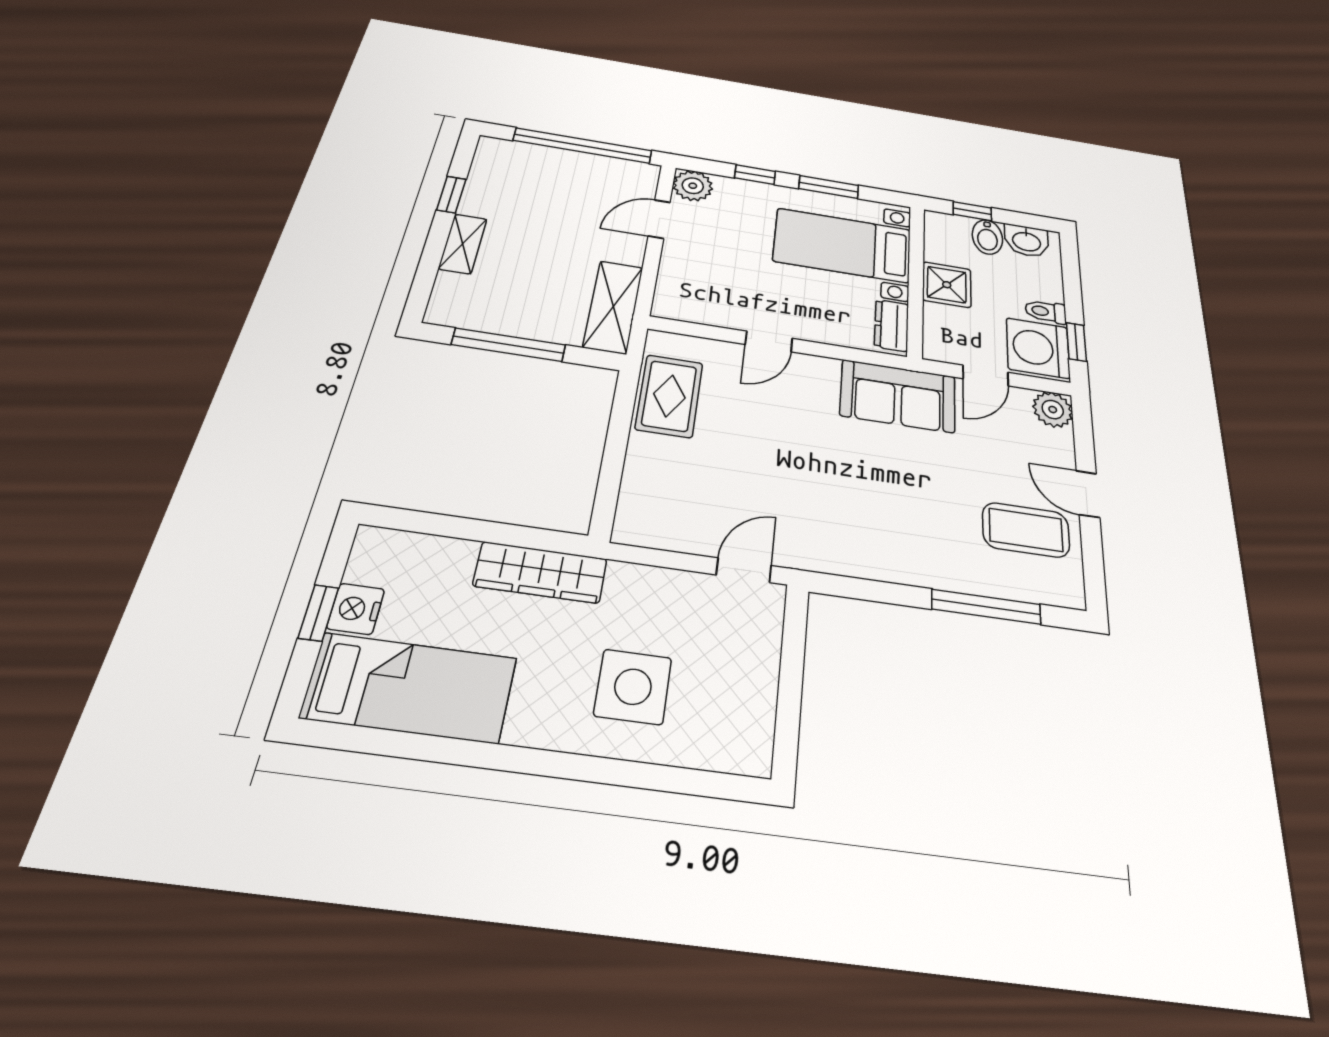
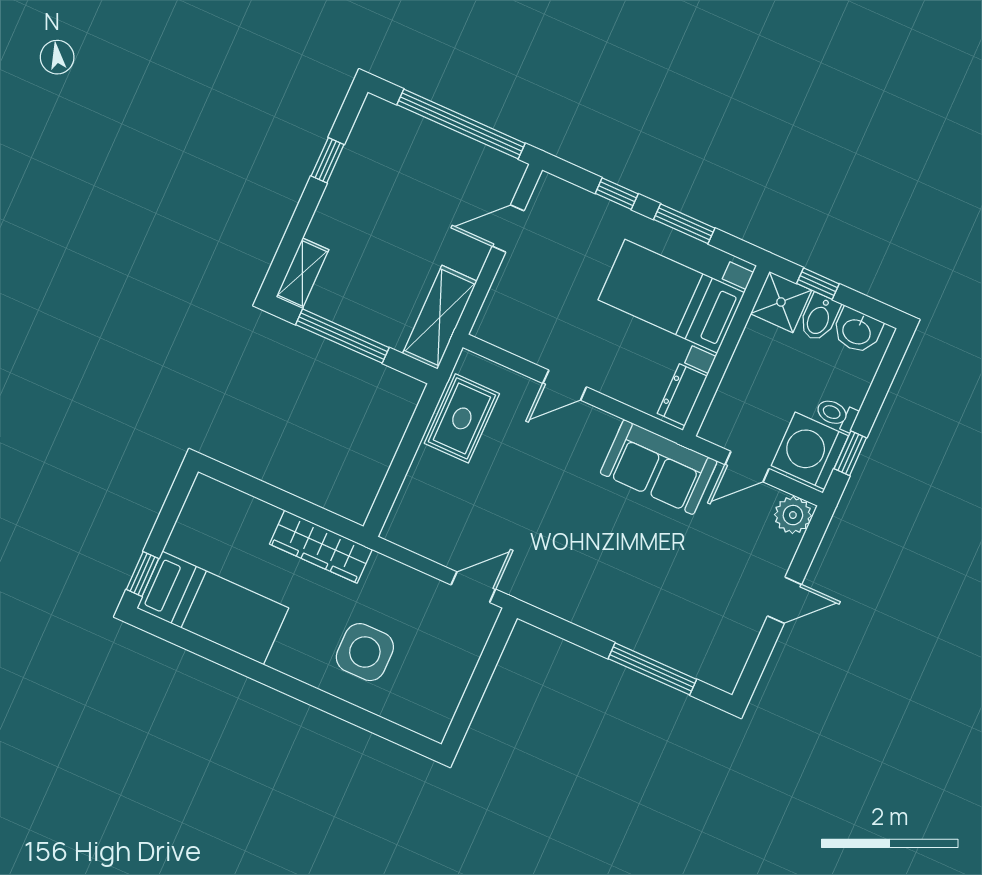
plant: (693, 186) -> (552, 195), removed
shelving: (463, 244) -> (302, 273), moved
shower: (947, 285) -> (781, 302), moved
door: (1088, 494) -> (785, 600), swing flipped
coffee table: (1026, 530) -> (715, 616), removed
nightstand: (356, 609) -> (186, 539), removed
window: (318, 613) -> (143, 574), moved

